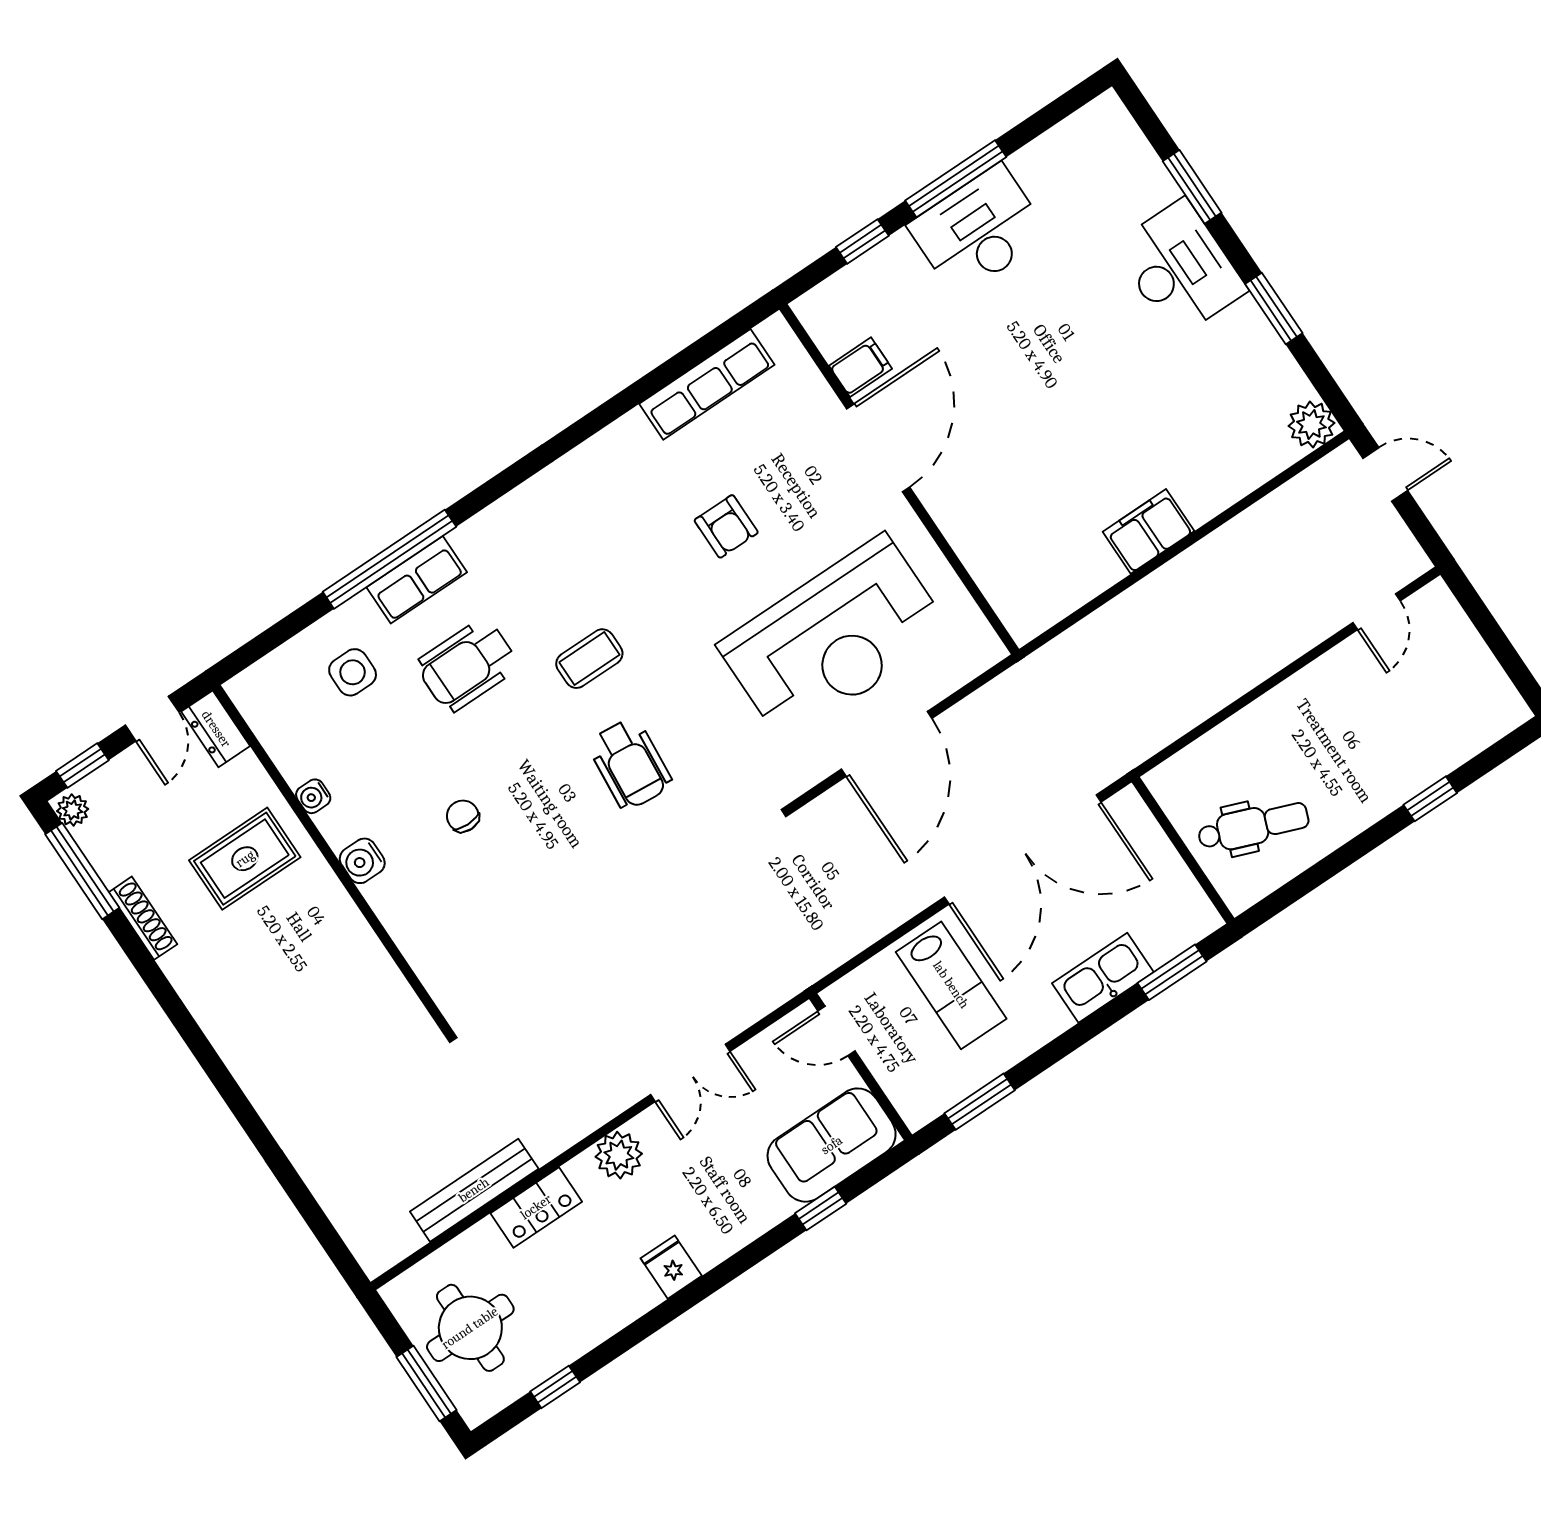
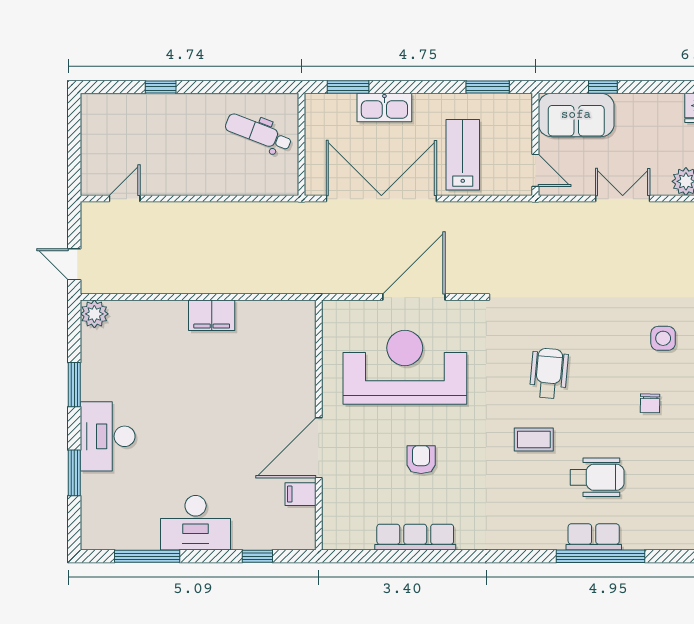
window: (956, 179) -> (147, 556), moved
row of seats: (707, 384) -> (415, 537), moved
side table: (353, 672) -> (663, 338), moved

